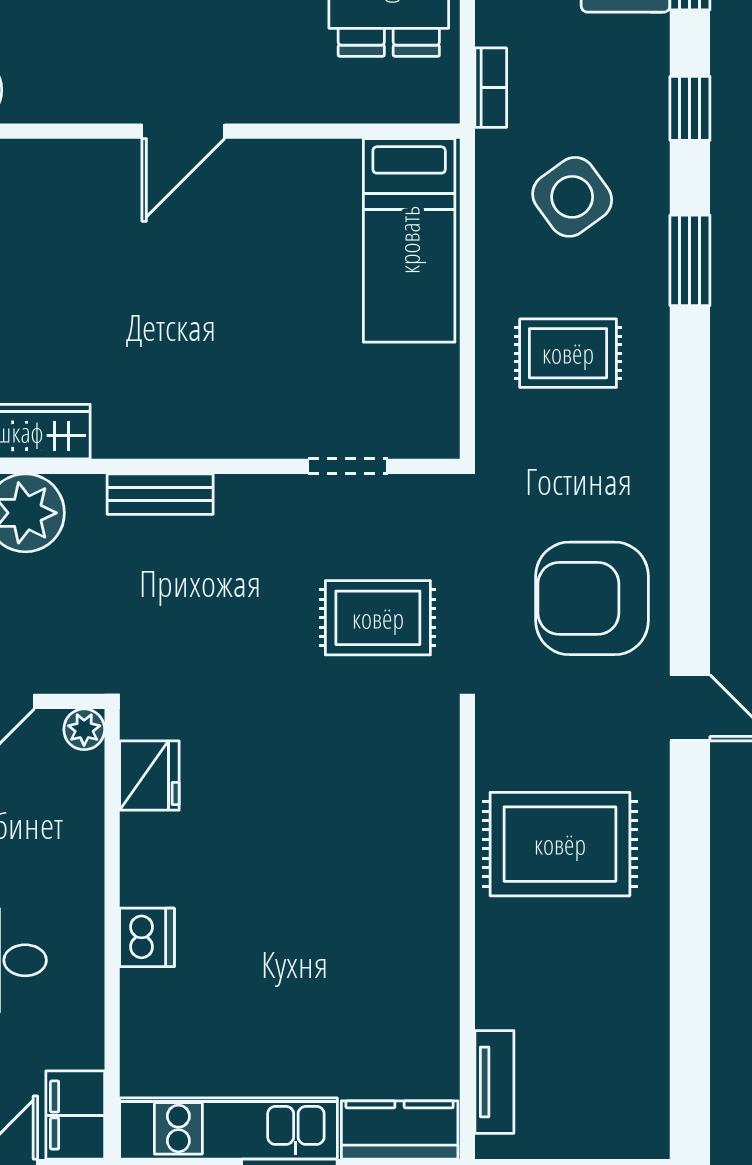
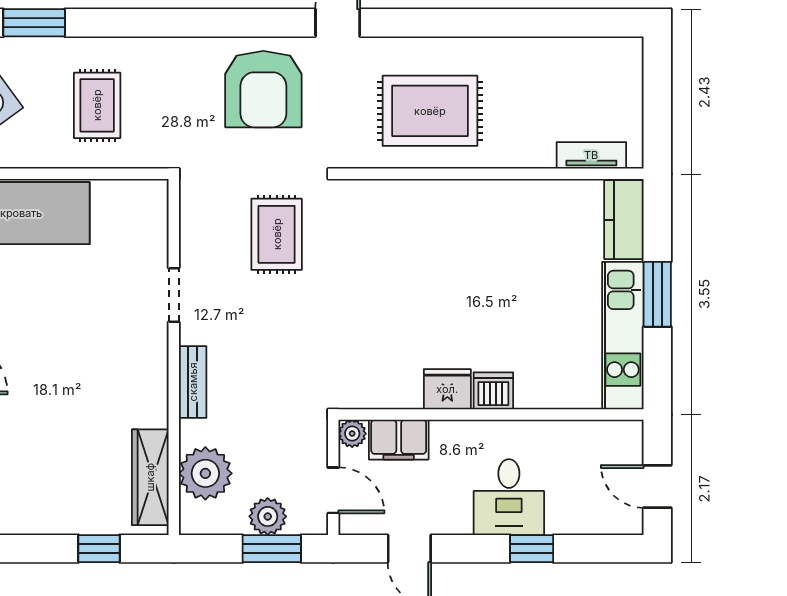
doorway: (348, 466) -> (174, 295), moved
fridge: (149, 776) -> (447, 389), moved
rug: (560, 844) -> (430, 111), turned 90
filing cabinet: (75, 1115) -> (399, 440), moved

